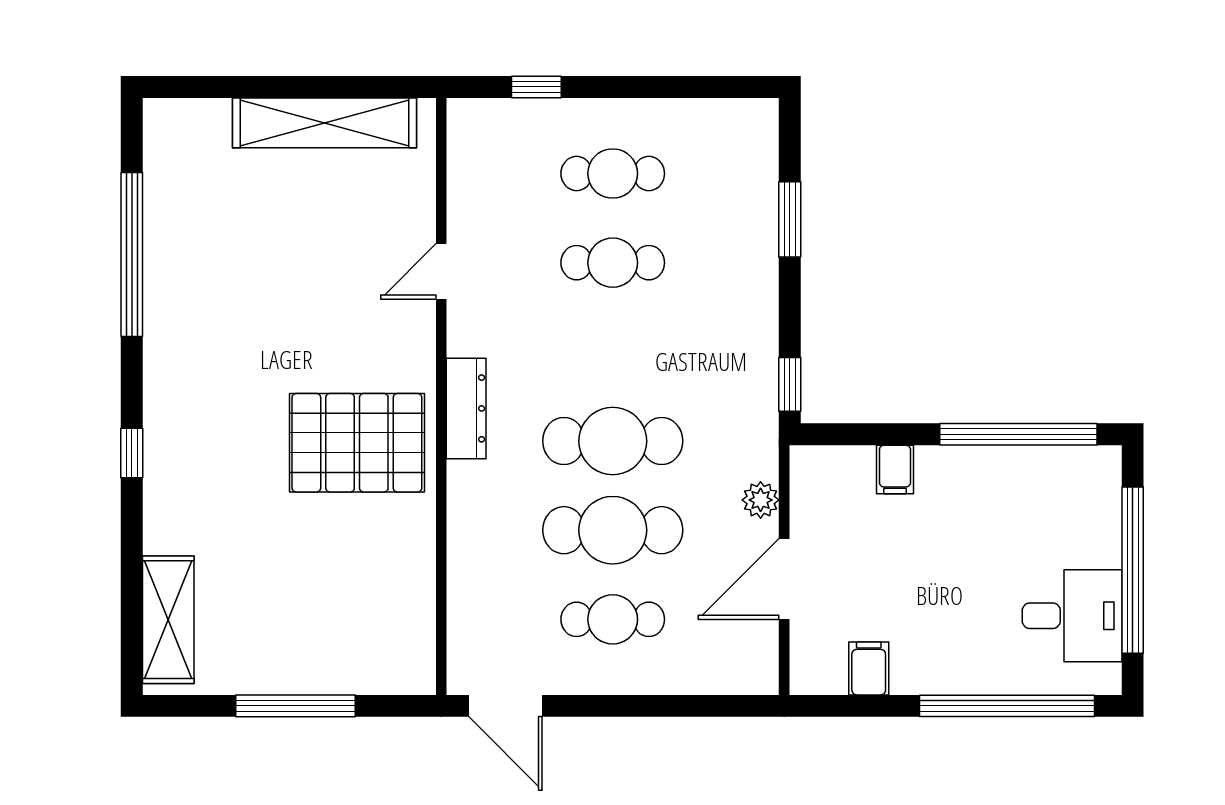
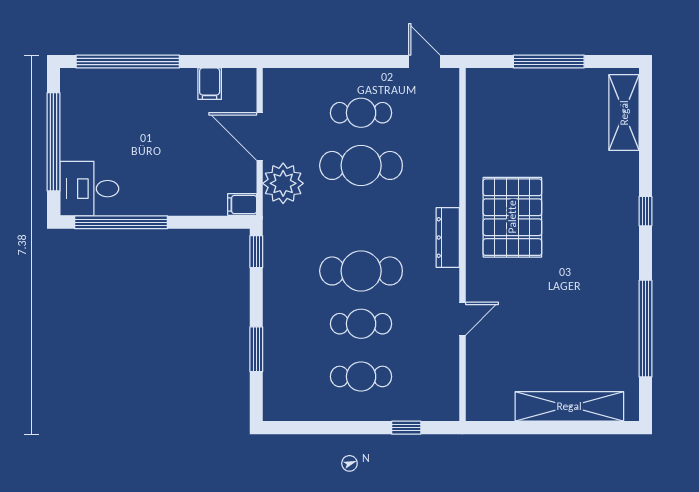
shelving: (324, 123) -> (569, 406), moved
cafe table: (613, 441) -> (361, 271), moved
pallet: (357, 443) -> (512, 217), turned 90
filing cabinet: (895, 469) -> (242, 205), moved, turned -90
plant: (761, 500) -> (283, 183), width x1.87, depth x1.87
door: (784, 579) -> (260, 137), swing flipped
desk: (1072, 616) -> (89, 189), moved
door: (506, 706) -> (424, 62), width x0.73

